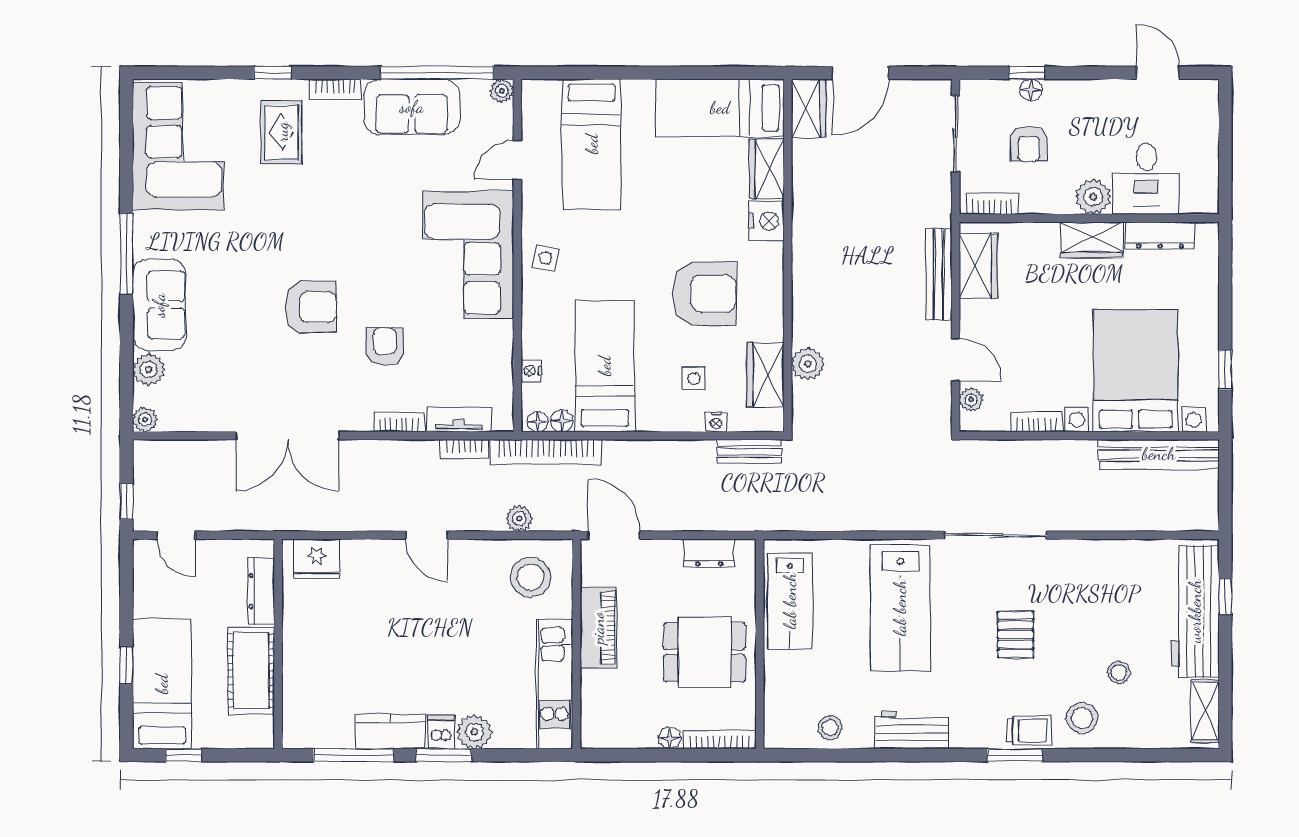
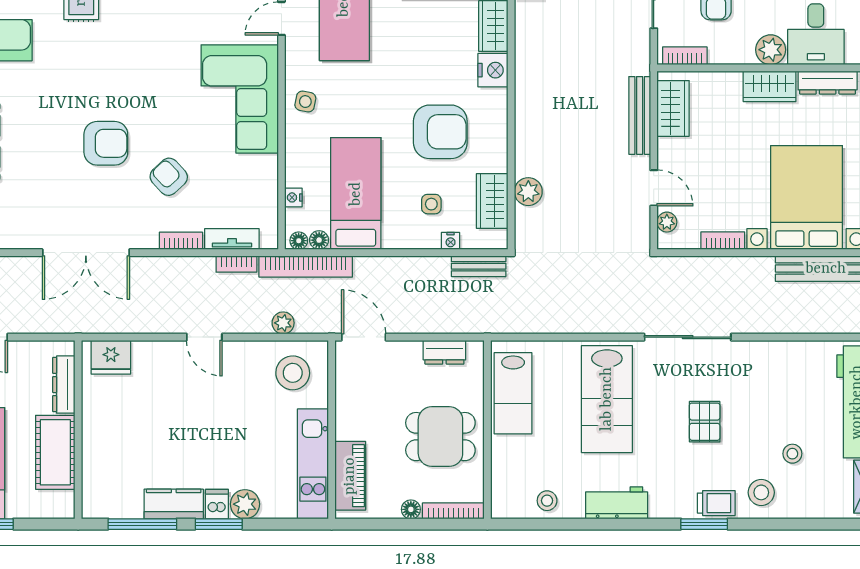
armchair: (385, 346) -> (169, 177), turned -43
piano: (598, 628) -> (350, 476), moved

